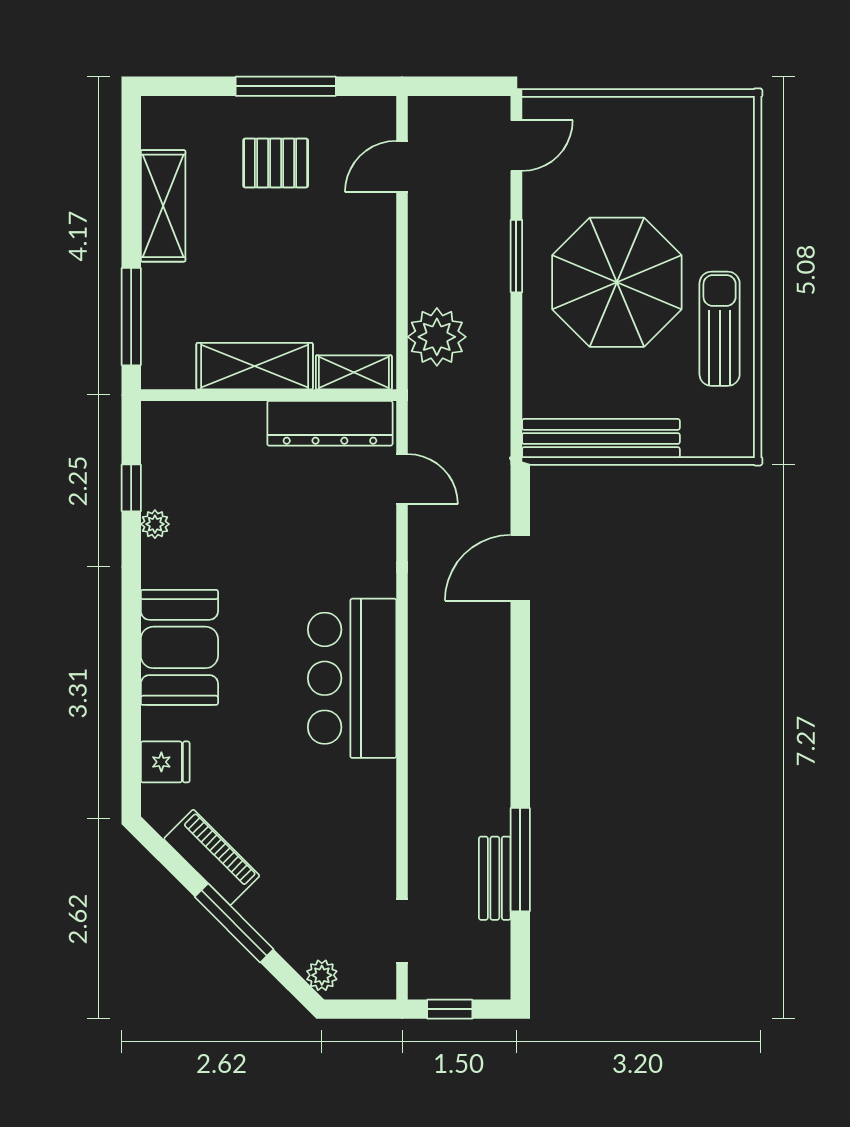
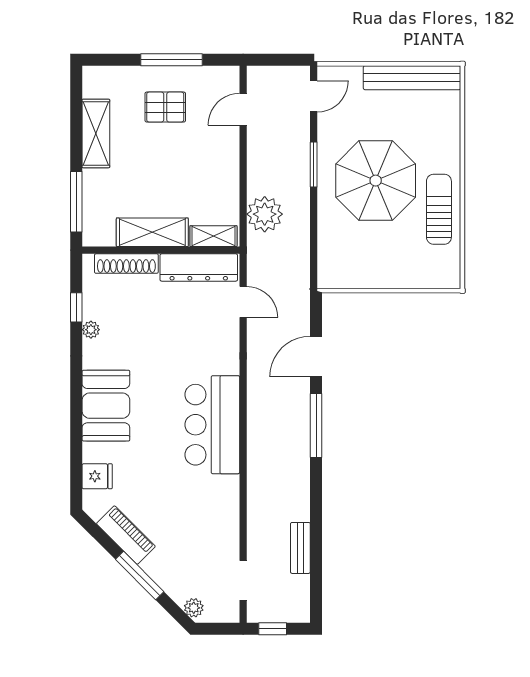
shoe rack: (213, 417) -> (126, 264), added
bench: (601, 438) -> (412, 78), moved
window: (520, 860) -> (316, 425), moved

